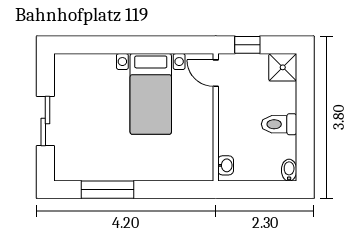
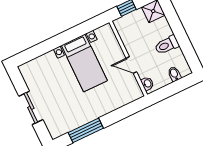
door: (216, 73) -> (131, 65), moved
bidet: (289, 170) -> (174, 74), moved

